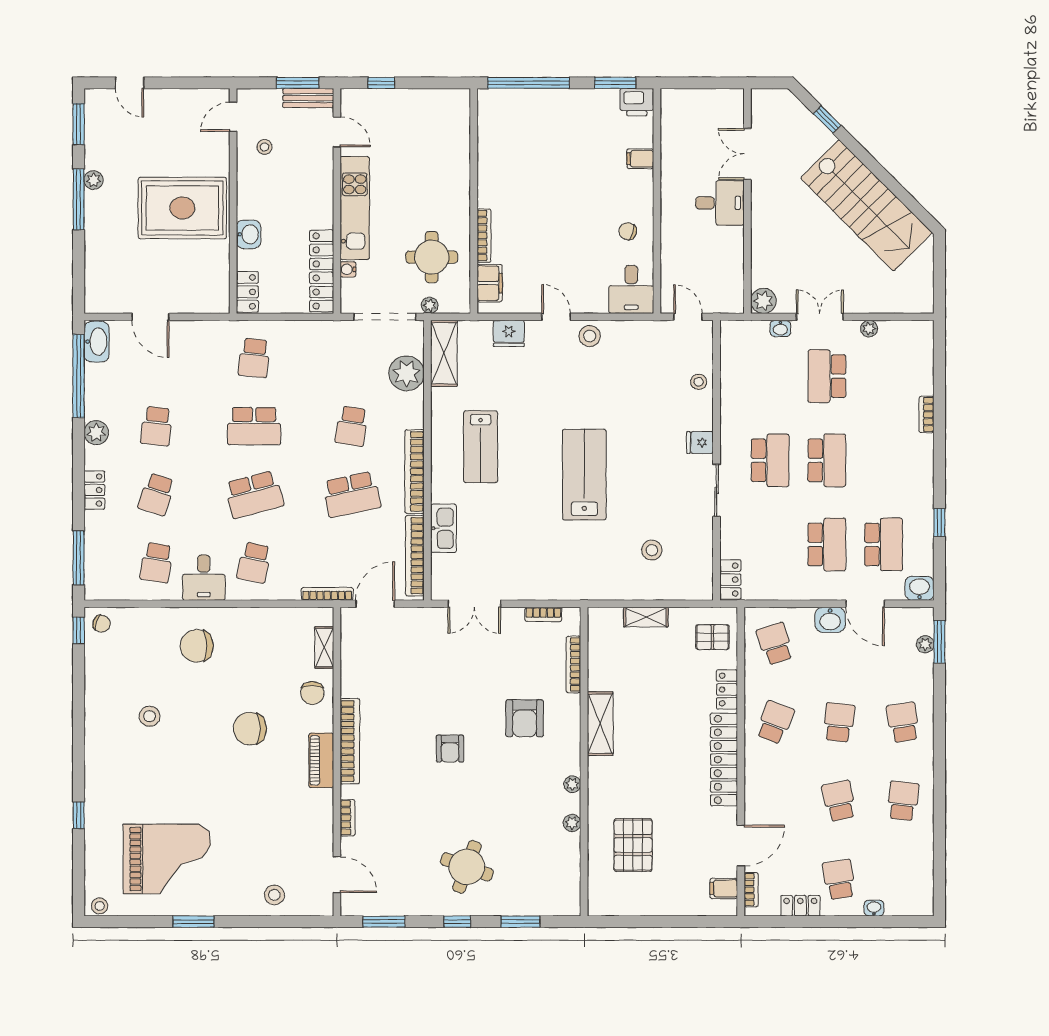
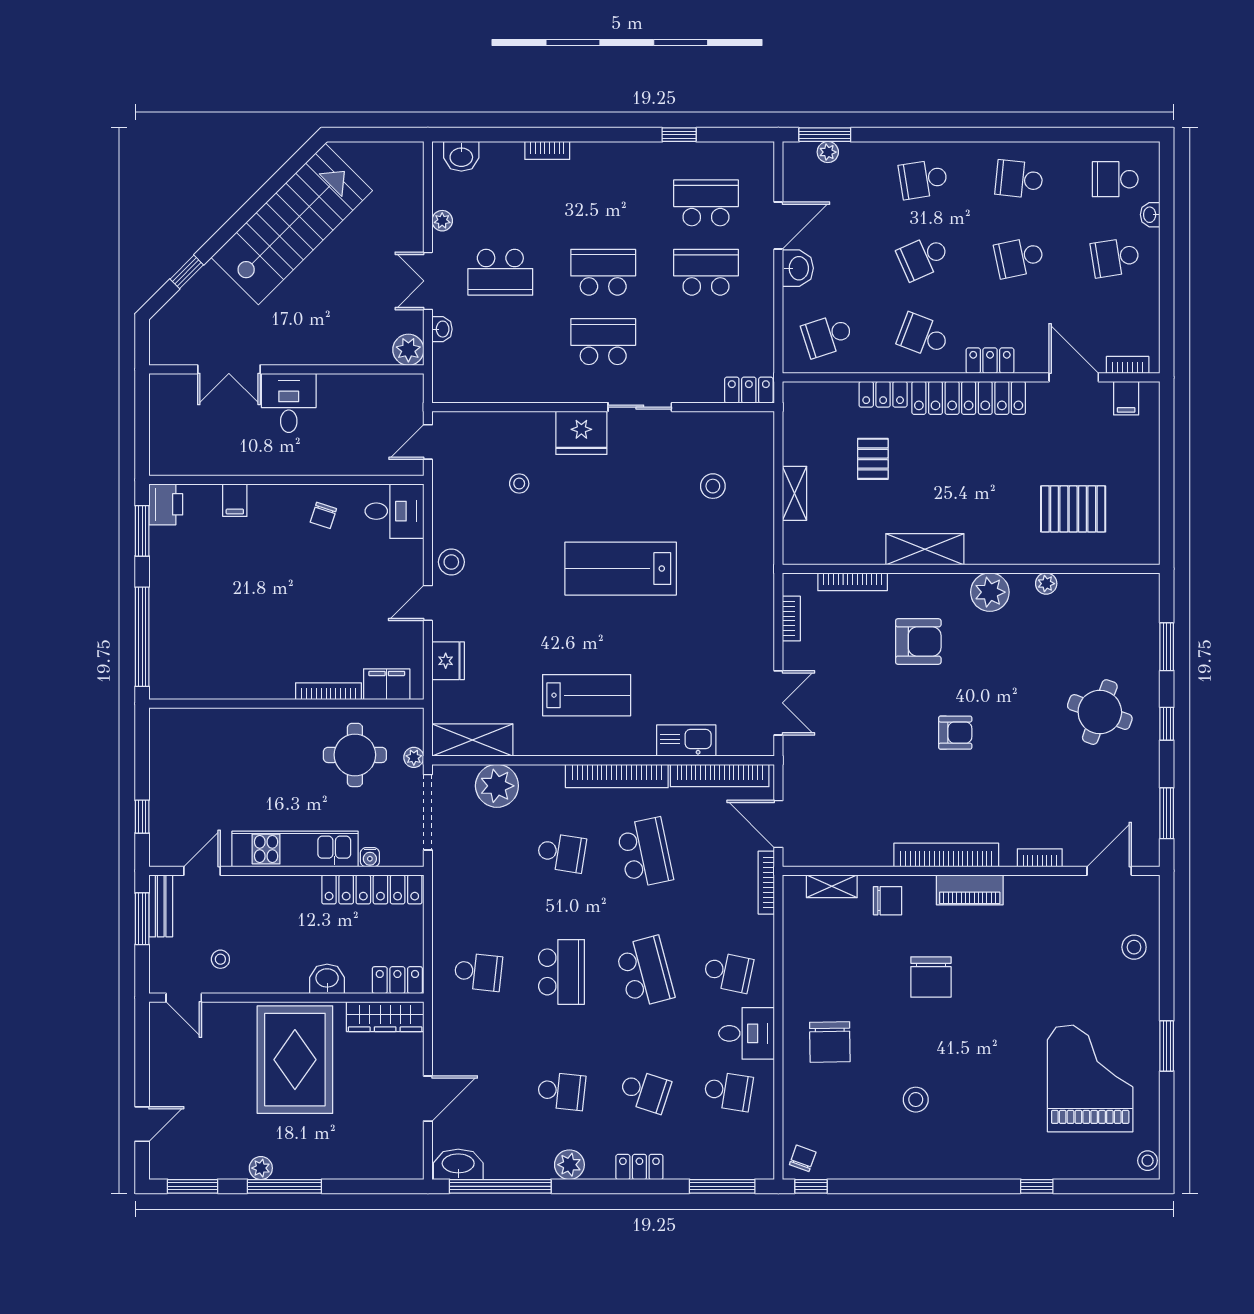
wardrobe: (218, 282) -> (385, 1017), added
stool: (699, 382) -> (519, 484), moved
fridge: (700, 442) -> (581, 433), width x1.88, depth x1.34
washbasin: (920, 588) -> (461, 156), moved, turned -90
pallet: (712, 637) -> (873, 459), moved
school desk: (839, 722) -> (923, 257), turned -30
plant: (572, 784) -> (990, 592), width x1.88, depth x1.88
school desk: (903, 879) -> (1115, 179), added
locker: (800, 906) -> (990, 361), moved, turned 90

